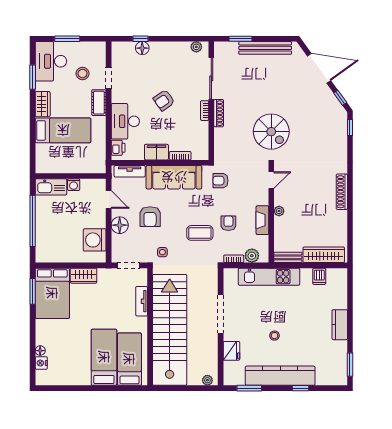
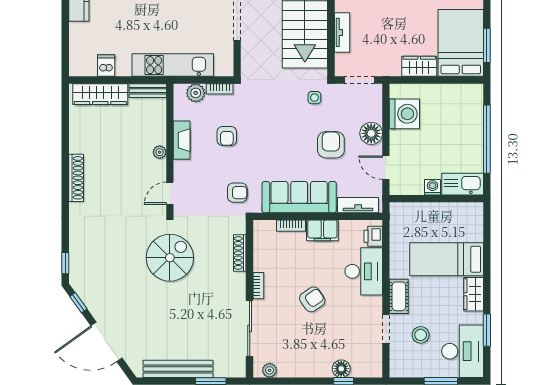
shoe rack: (219, 113) -> (240, 253), moved
spiral stairs: (271, 132) -> (170, 258), turned 90
coffee table: (200, 233) -> (265, 123), removed

